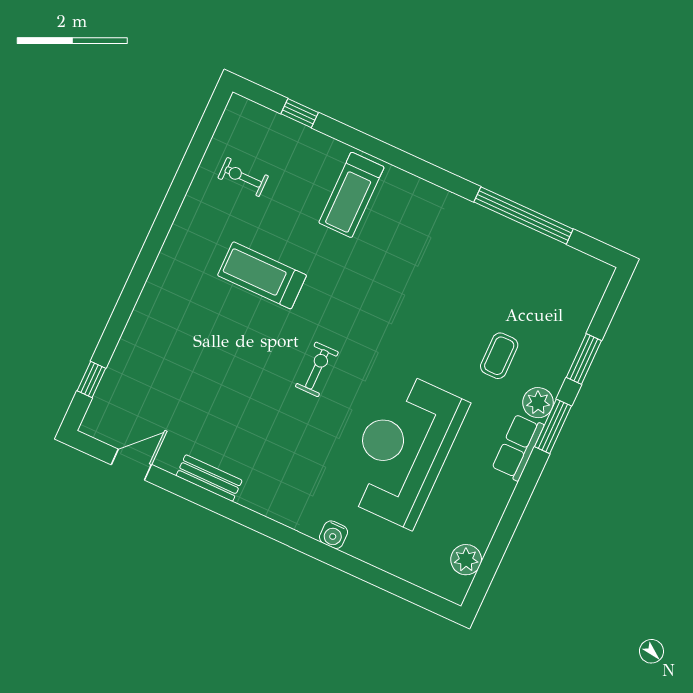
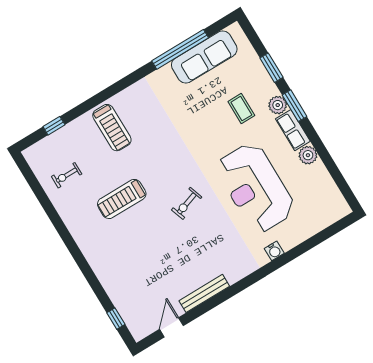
sofa: (536, 256) -> (204, 57), added
exercise bike: (317, 369) -> (187, 203), turned -109
bench: (209, 478) -> (204, 293), width x1.36
plant: (466, 560) -> (308, 155), moved

